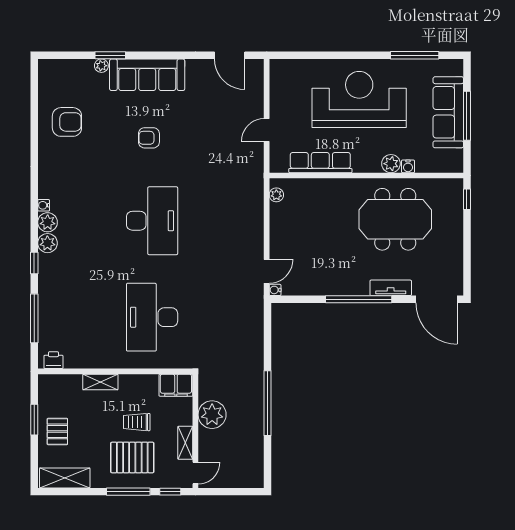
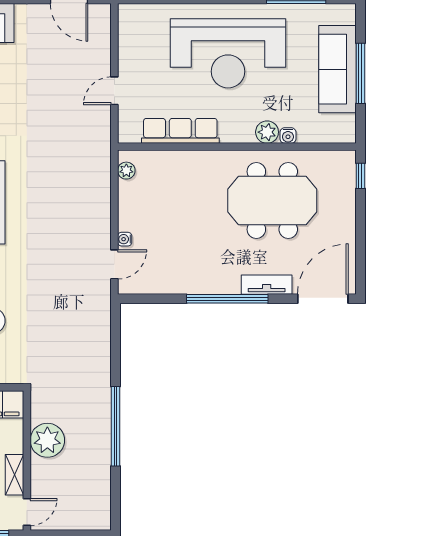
reception desk: (359, 99) -> (228, 53), turned 180
water cooler: (275, 290) -> (125, 239), moved
door: (436, 299) -> (323, 299), swing flipped

